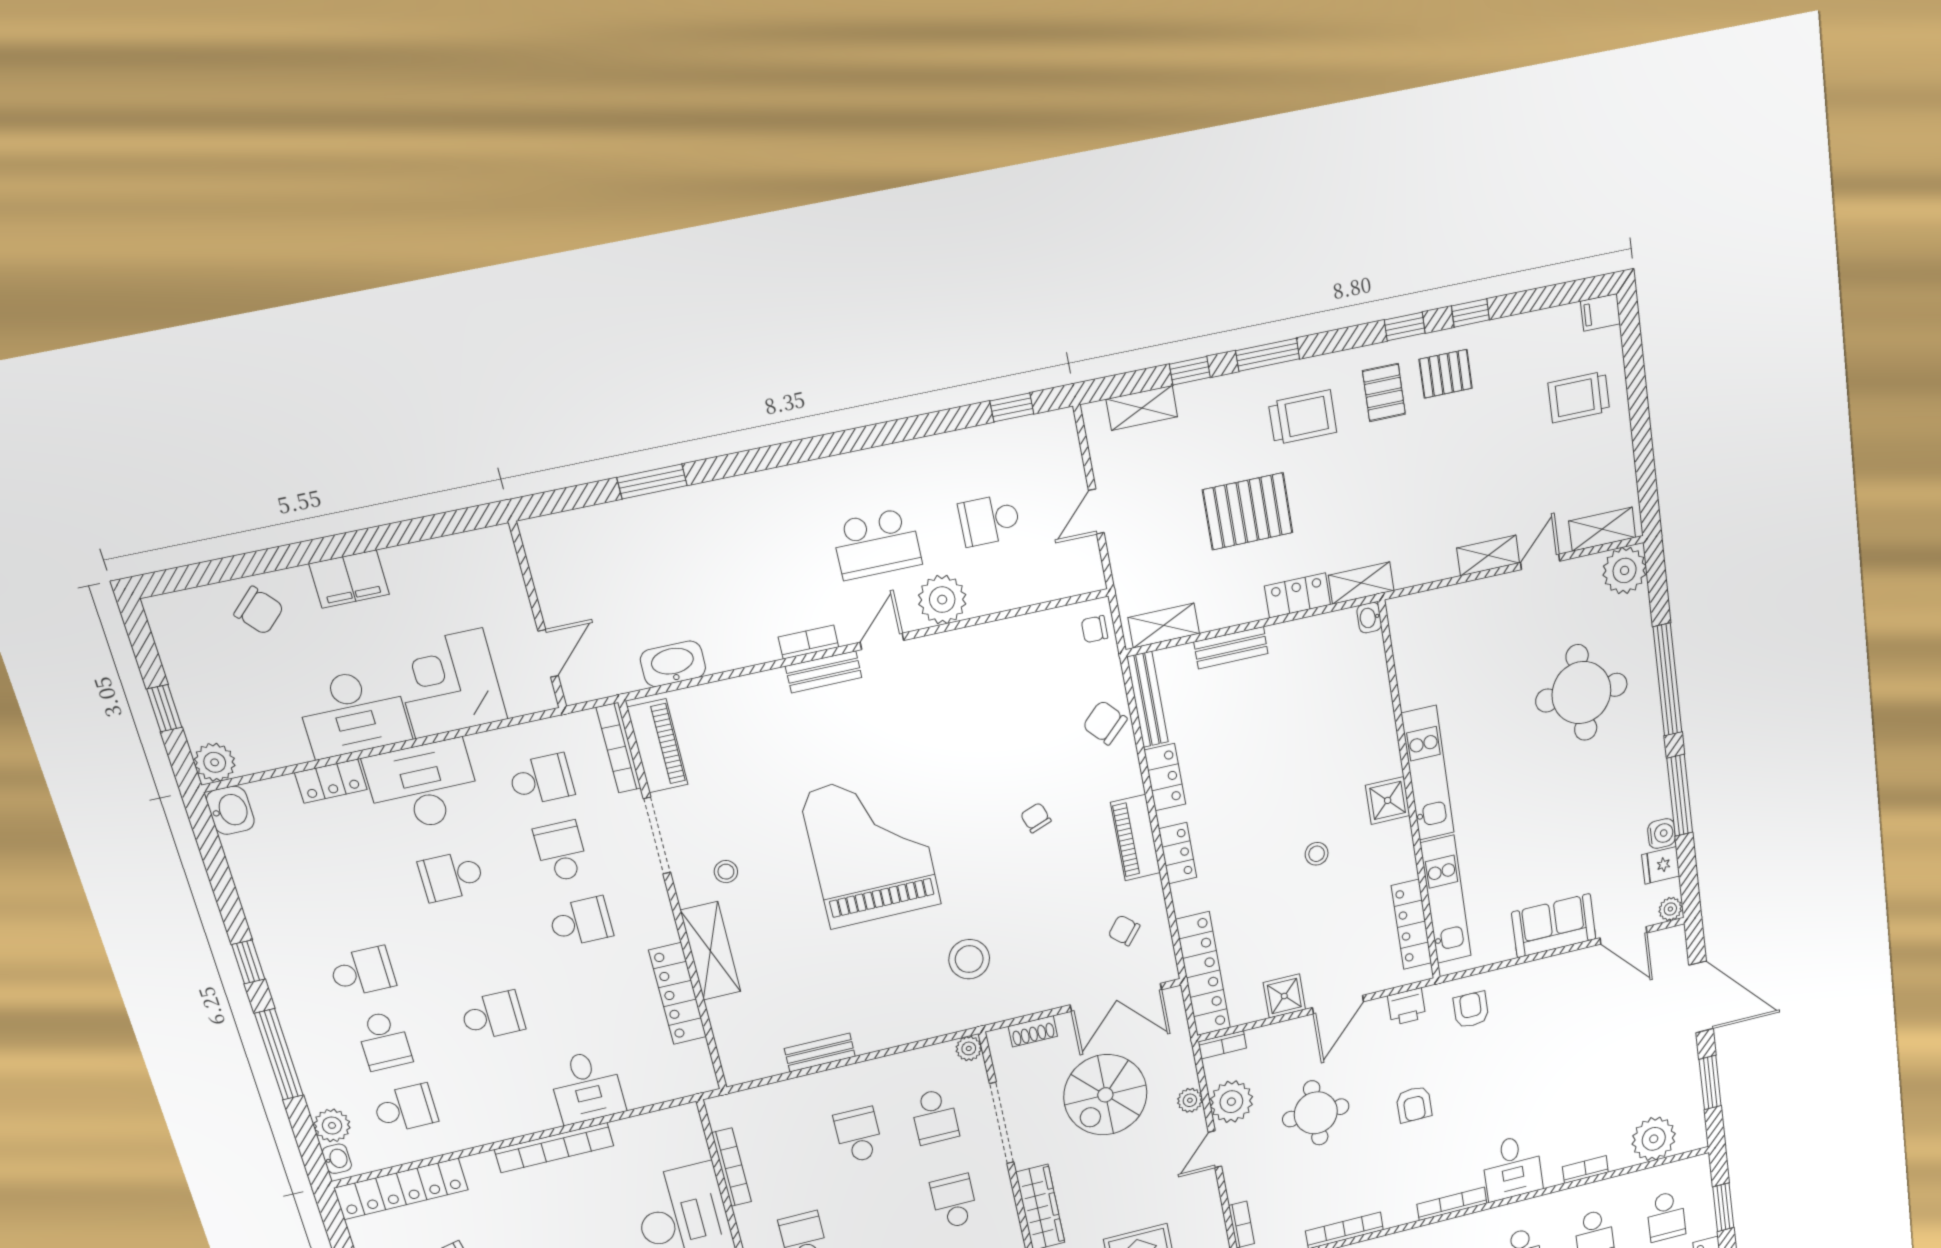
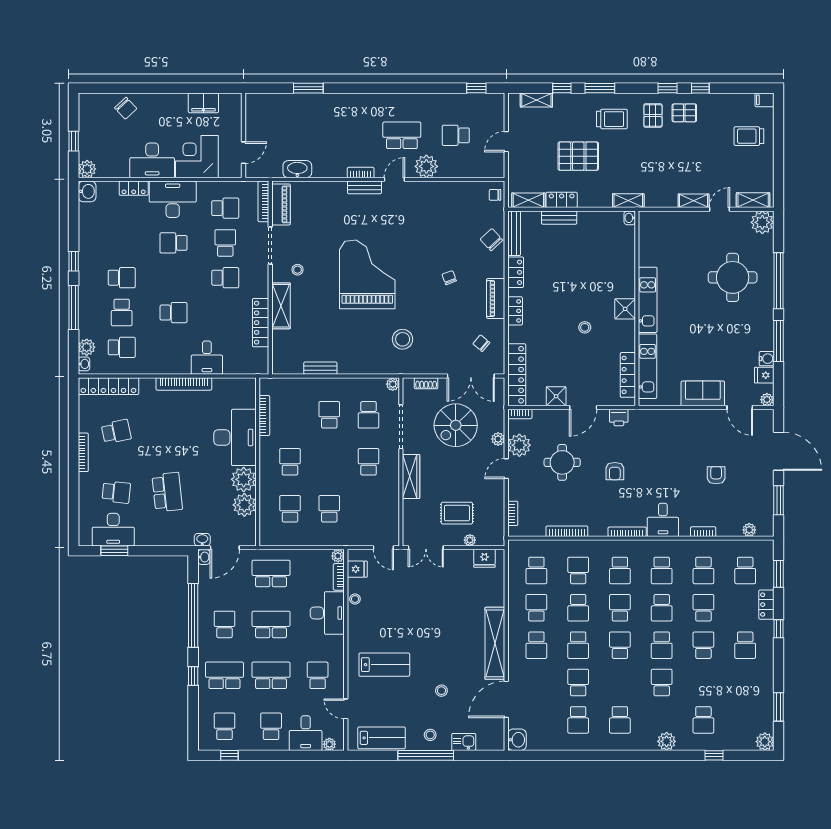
school desk: (877, 544) -> (402, 135), turned 180
filing cabinet: (349, 579) -> (203, 103), moved
locker: (1297, 595) -> (562, 200), moved
armchair: (1471, 1010) -> (716, 475), moved
plant: (1654, 1139) -> (749, 530), width x0.53, depth x0.53

